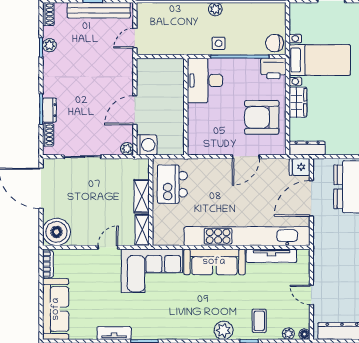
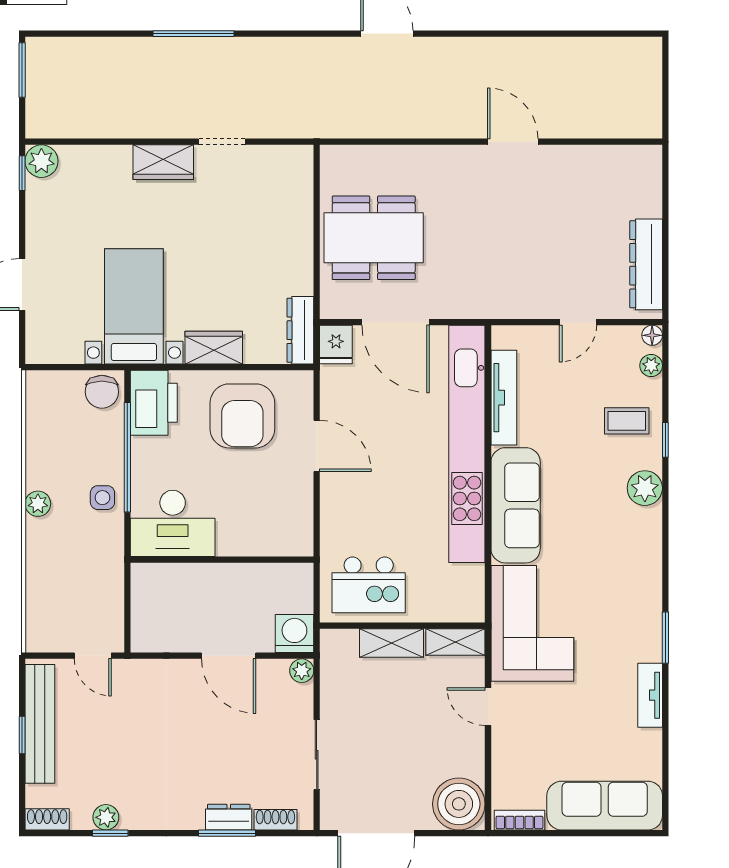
printer: (273, 68) -> (154, 403), width x1.37, depth x1.19

